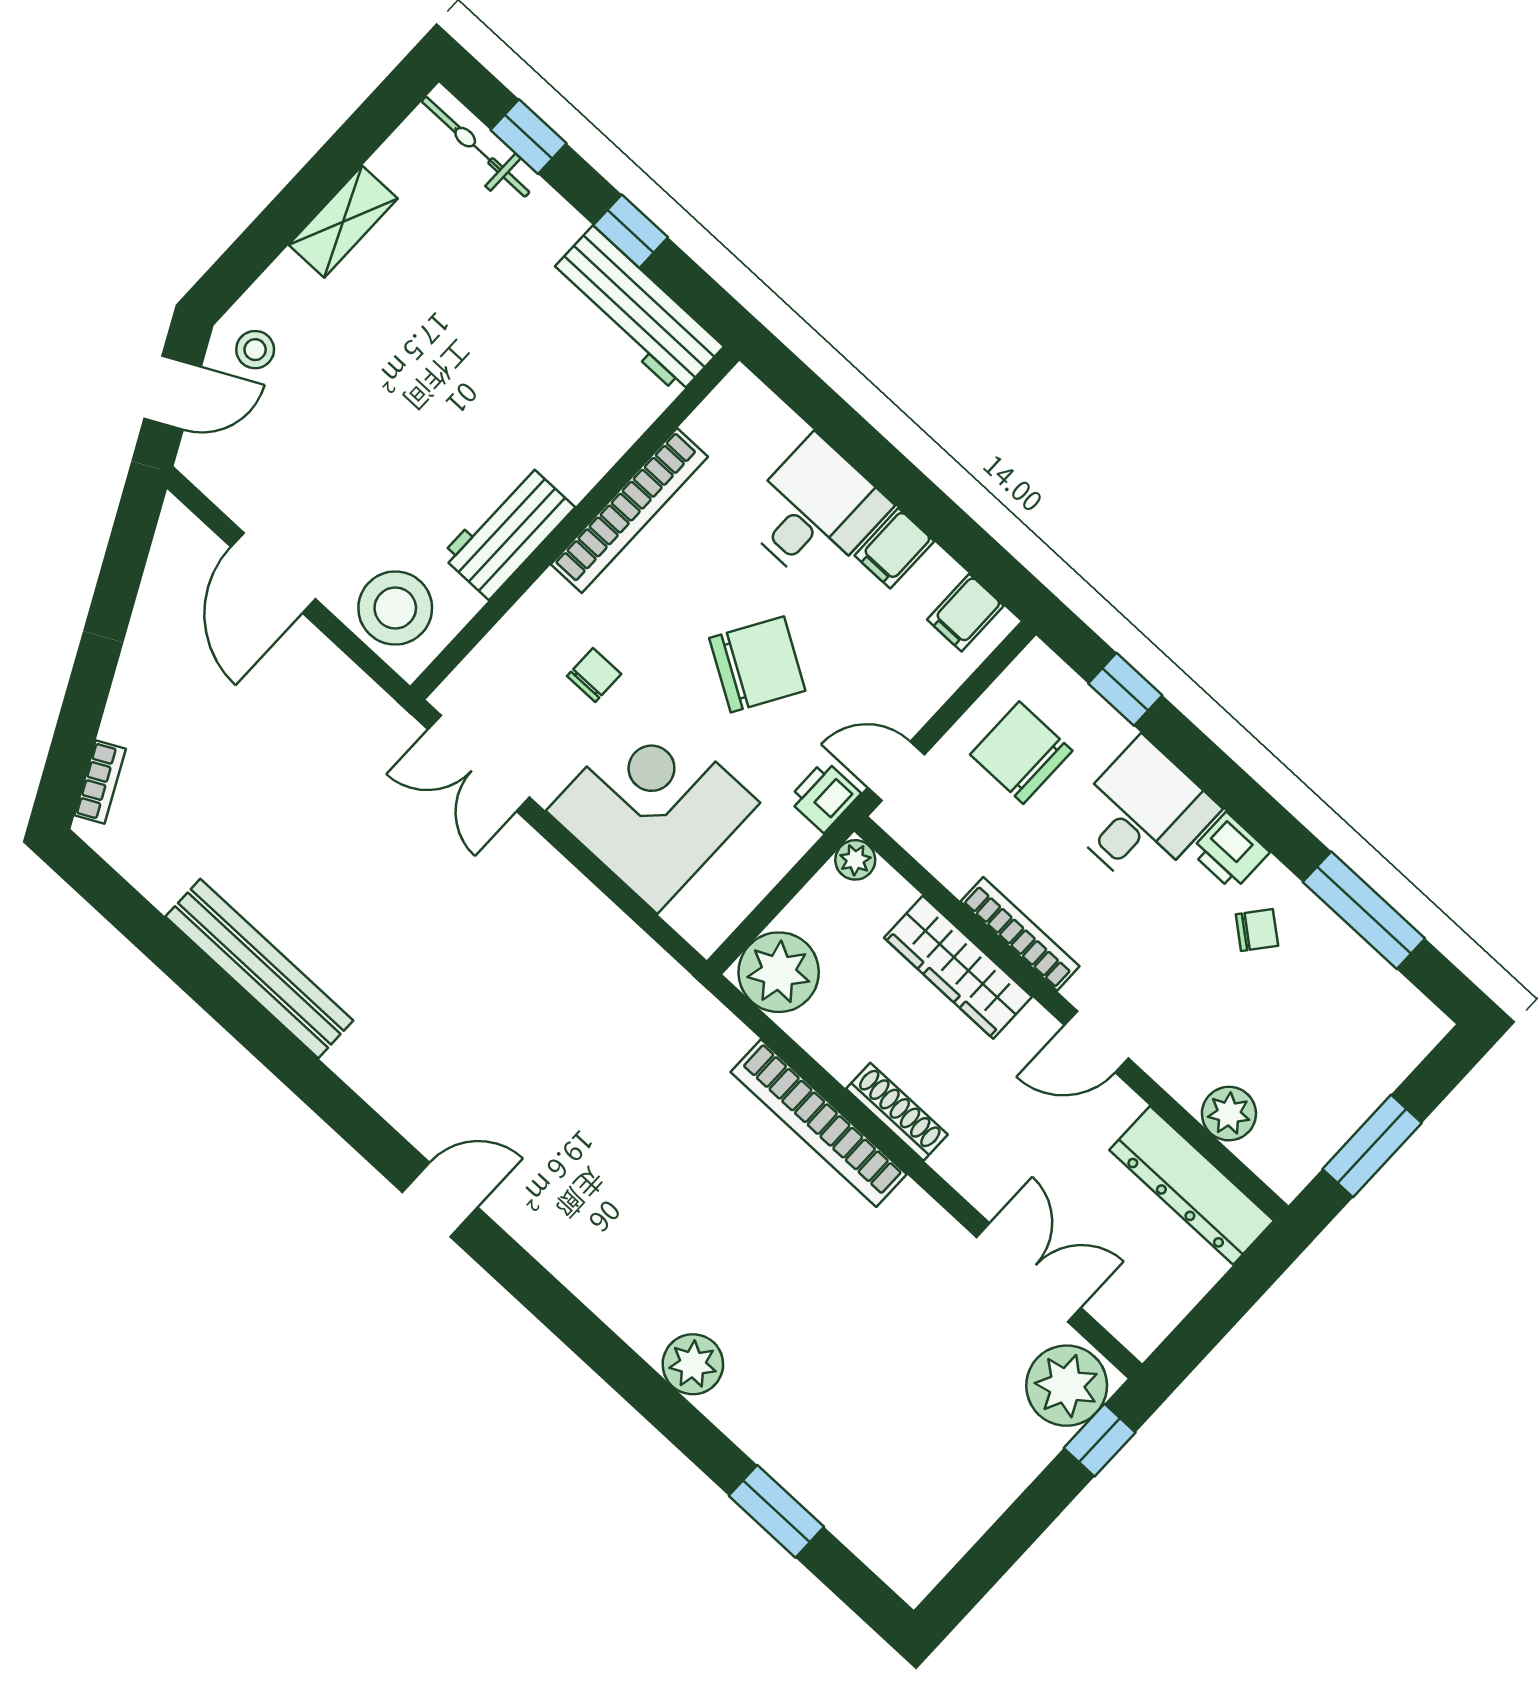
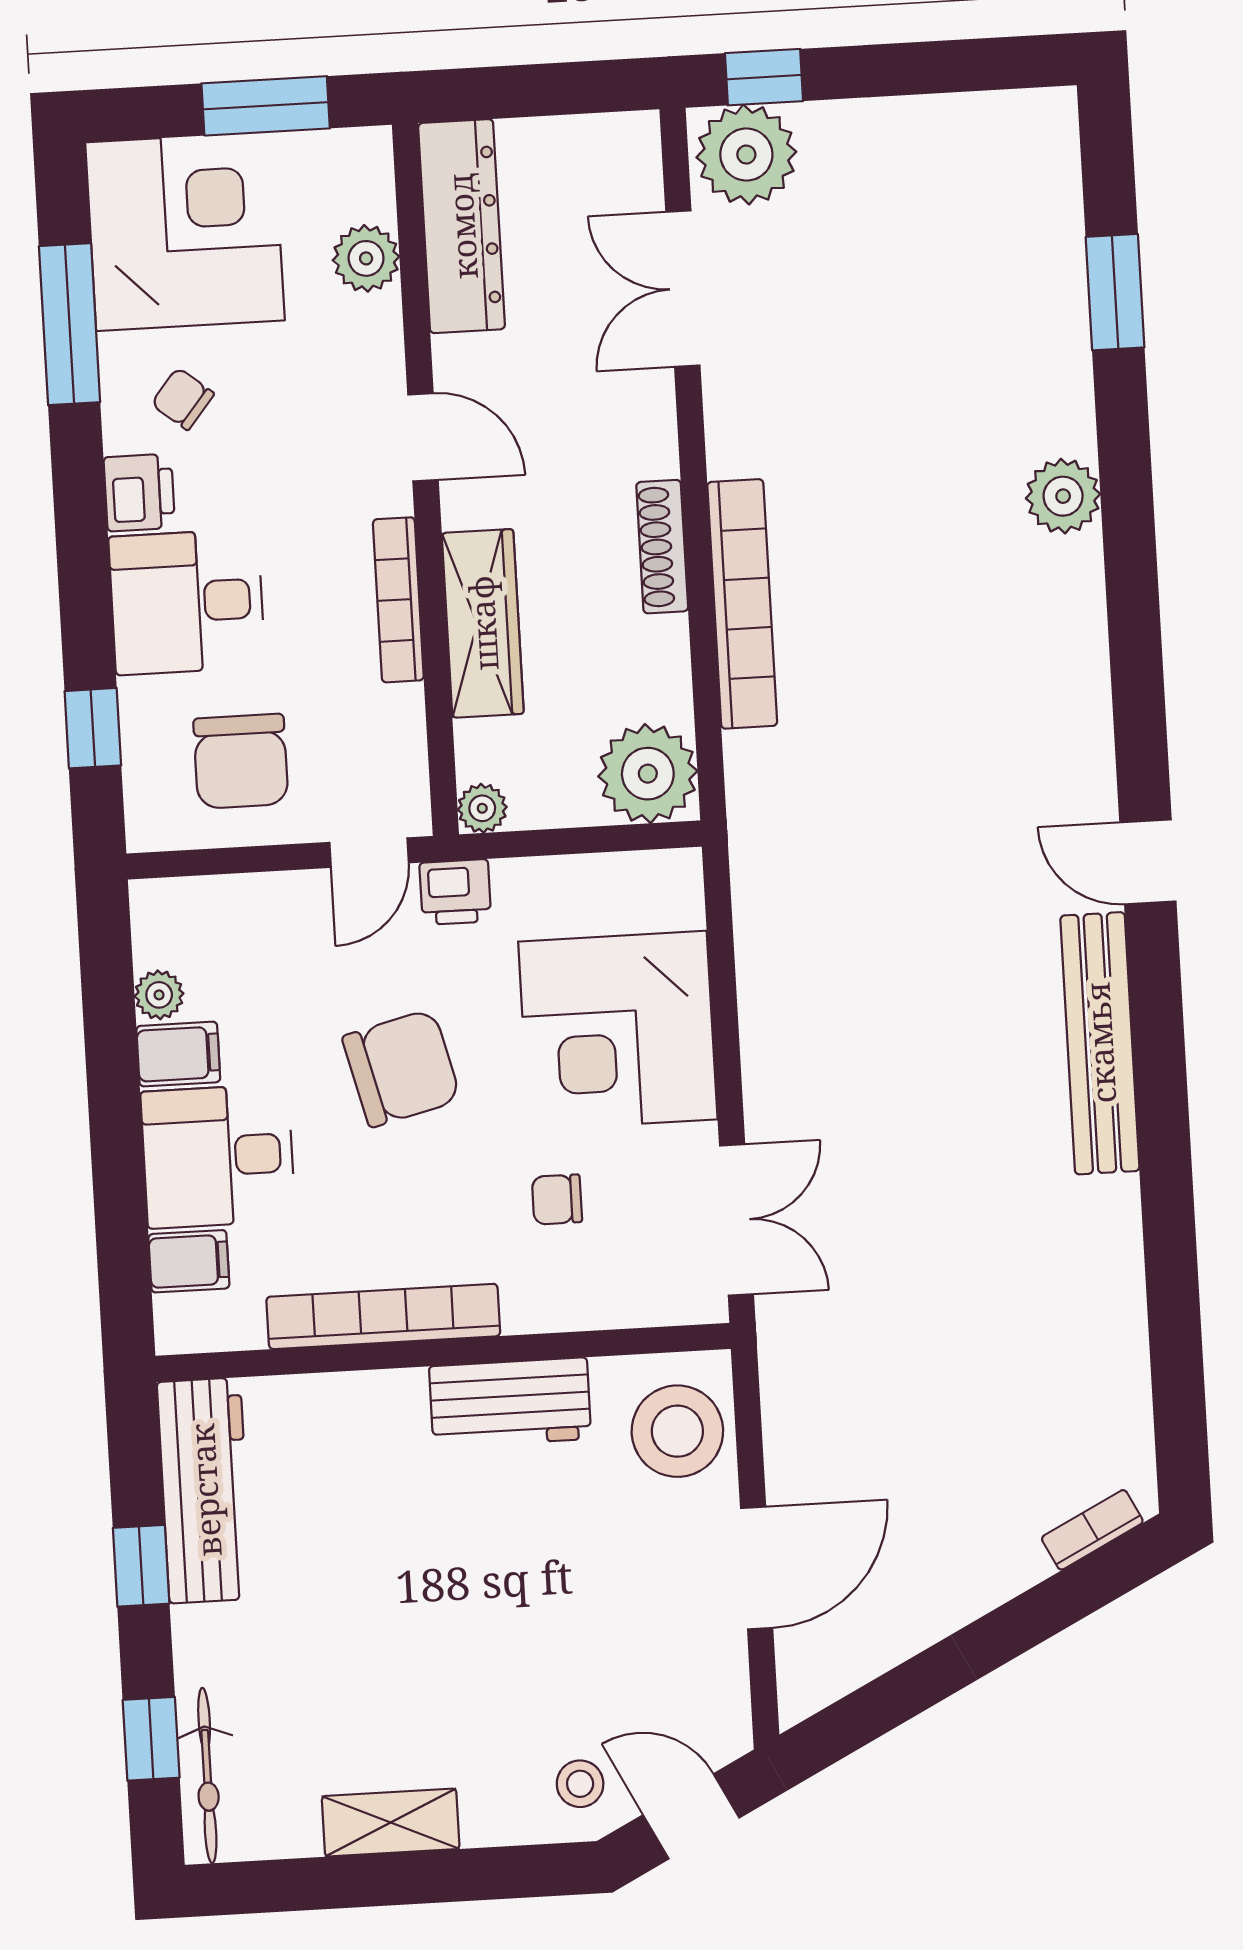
plant: (938, 572) -> (159, 995), added
filing cabinet: (965, 613) -> (189, 1261), moved
chair: (757, 664) -> (401, 1068), turned 135
door: (896, 771) -> (369, 853), hinge flipped
bench: (259, 968) -> (1100, 1043), moved
corner desk: (1349, 1028) -> (185, 231), added

